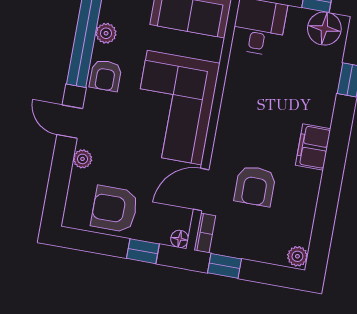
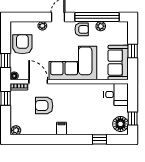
armchair: (106, 75) -> (82, 29), turned 180
filing cabinet: (313, 147) -> (62, 128), width x0.50

